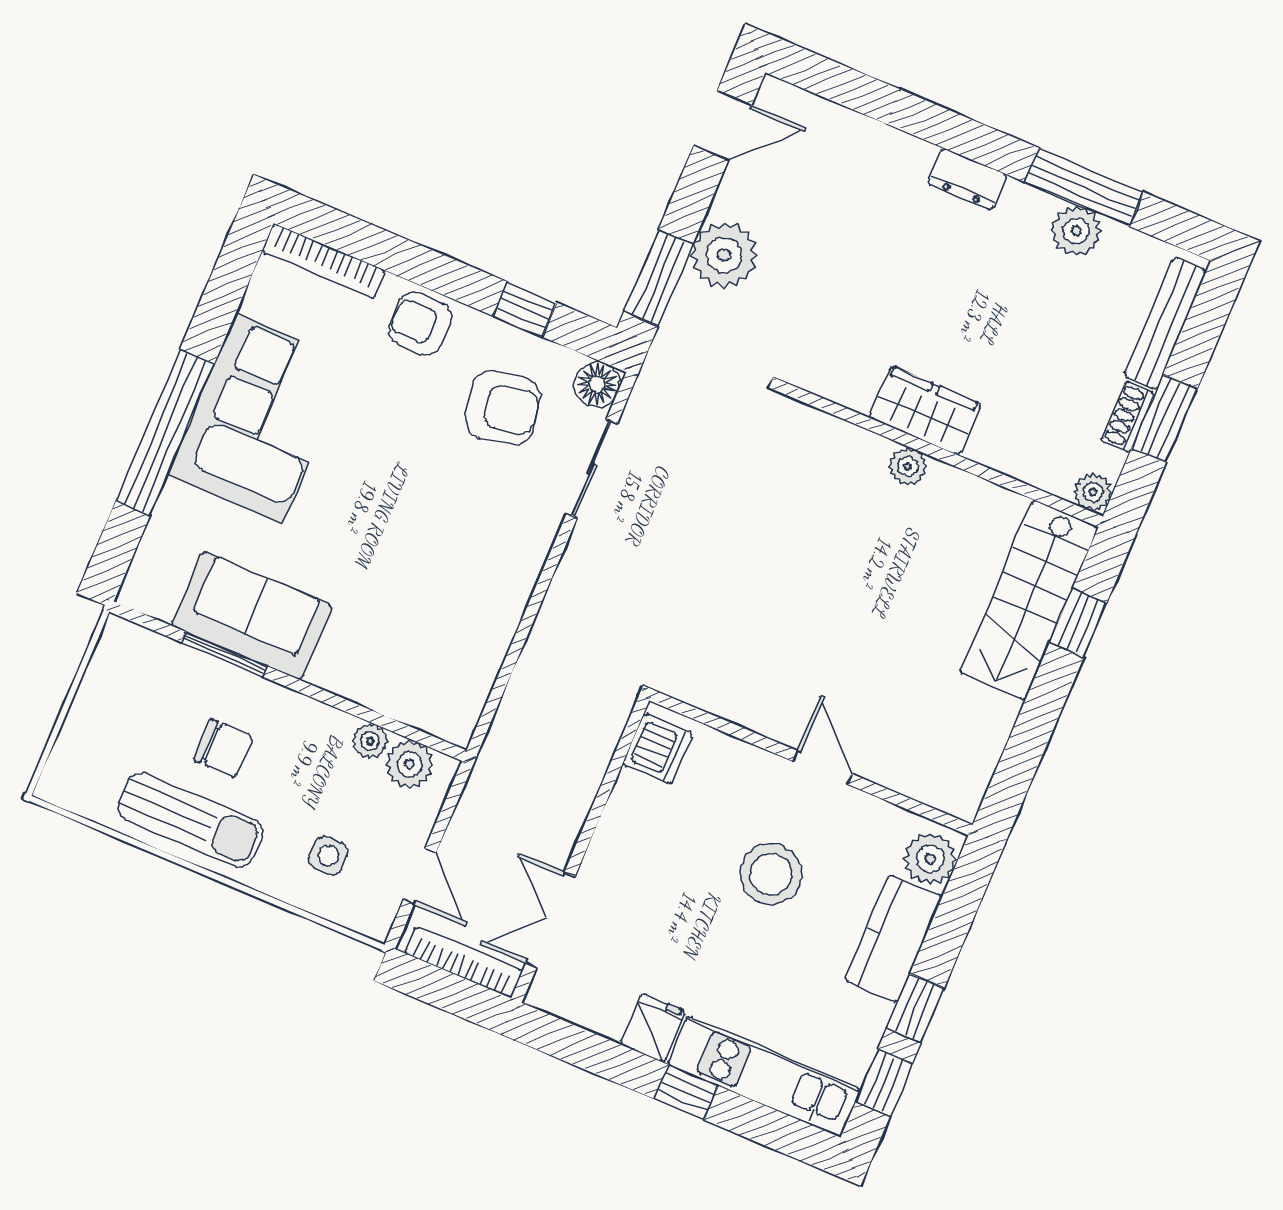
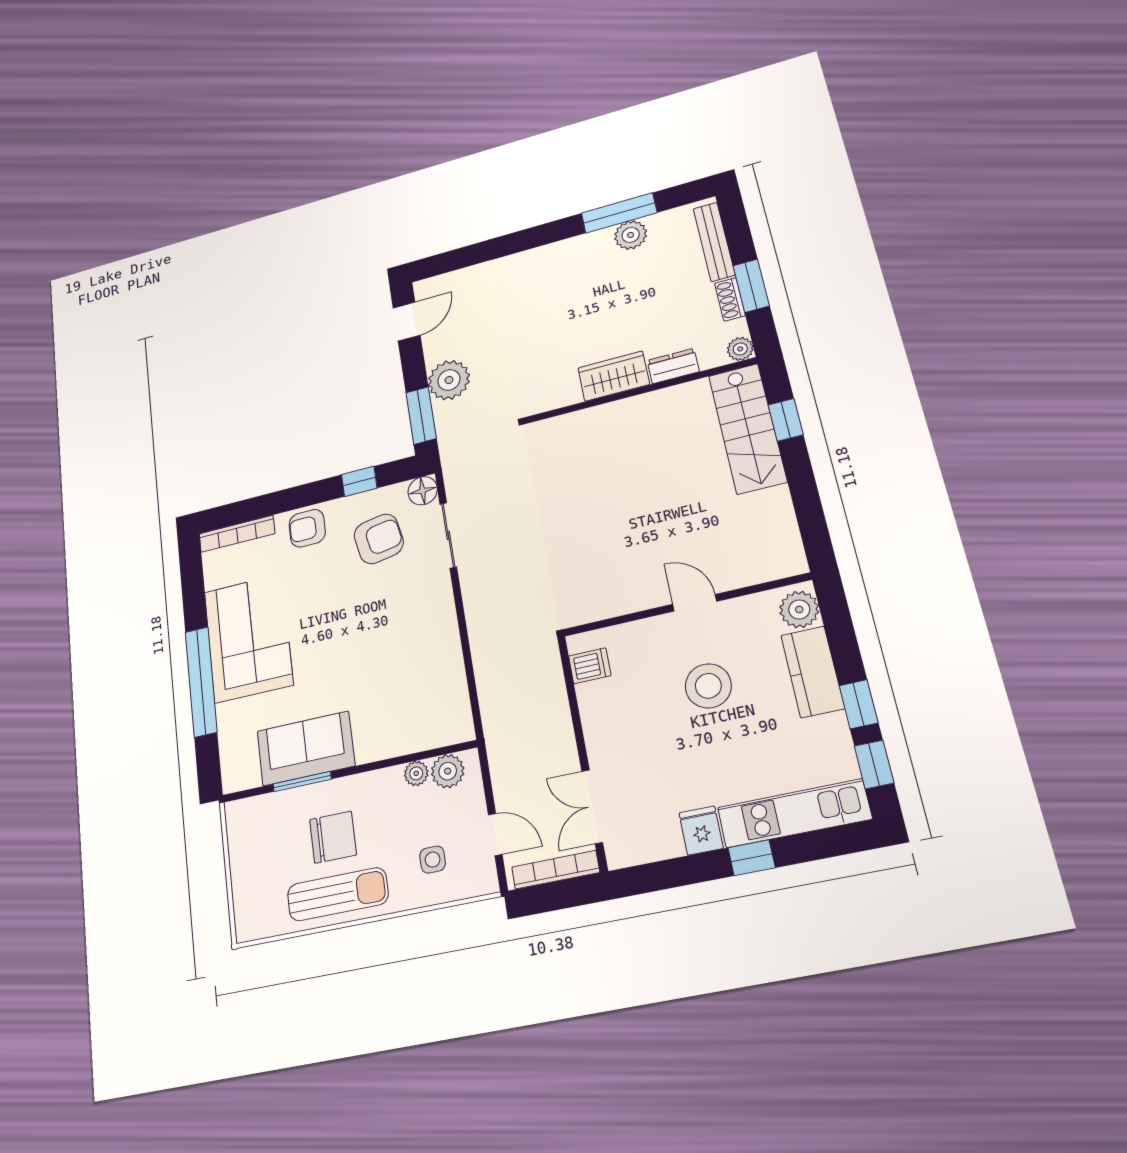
dresser: (967, 179) -> (673, 366), moved, turned 180
plant: (908, 466) -> (625, 410), removed
chair: (224, 748) -> (333, 837), width x1.37, depth x1.37
dishwasher: (658, 749) -> (590, 666), width x0.73

